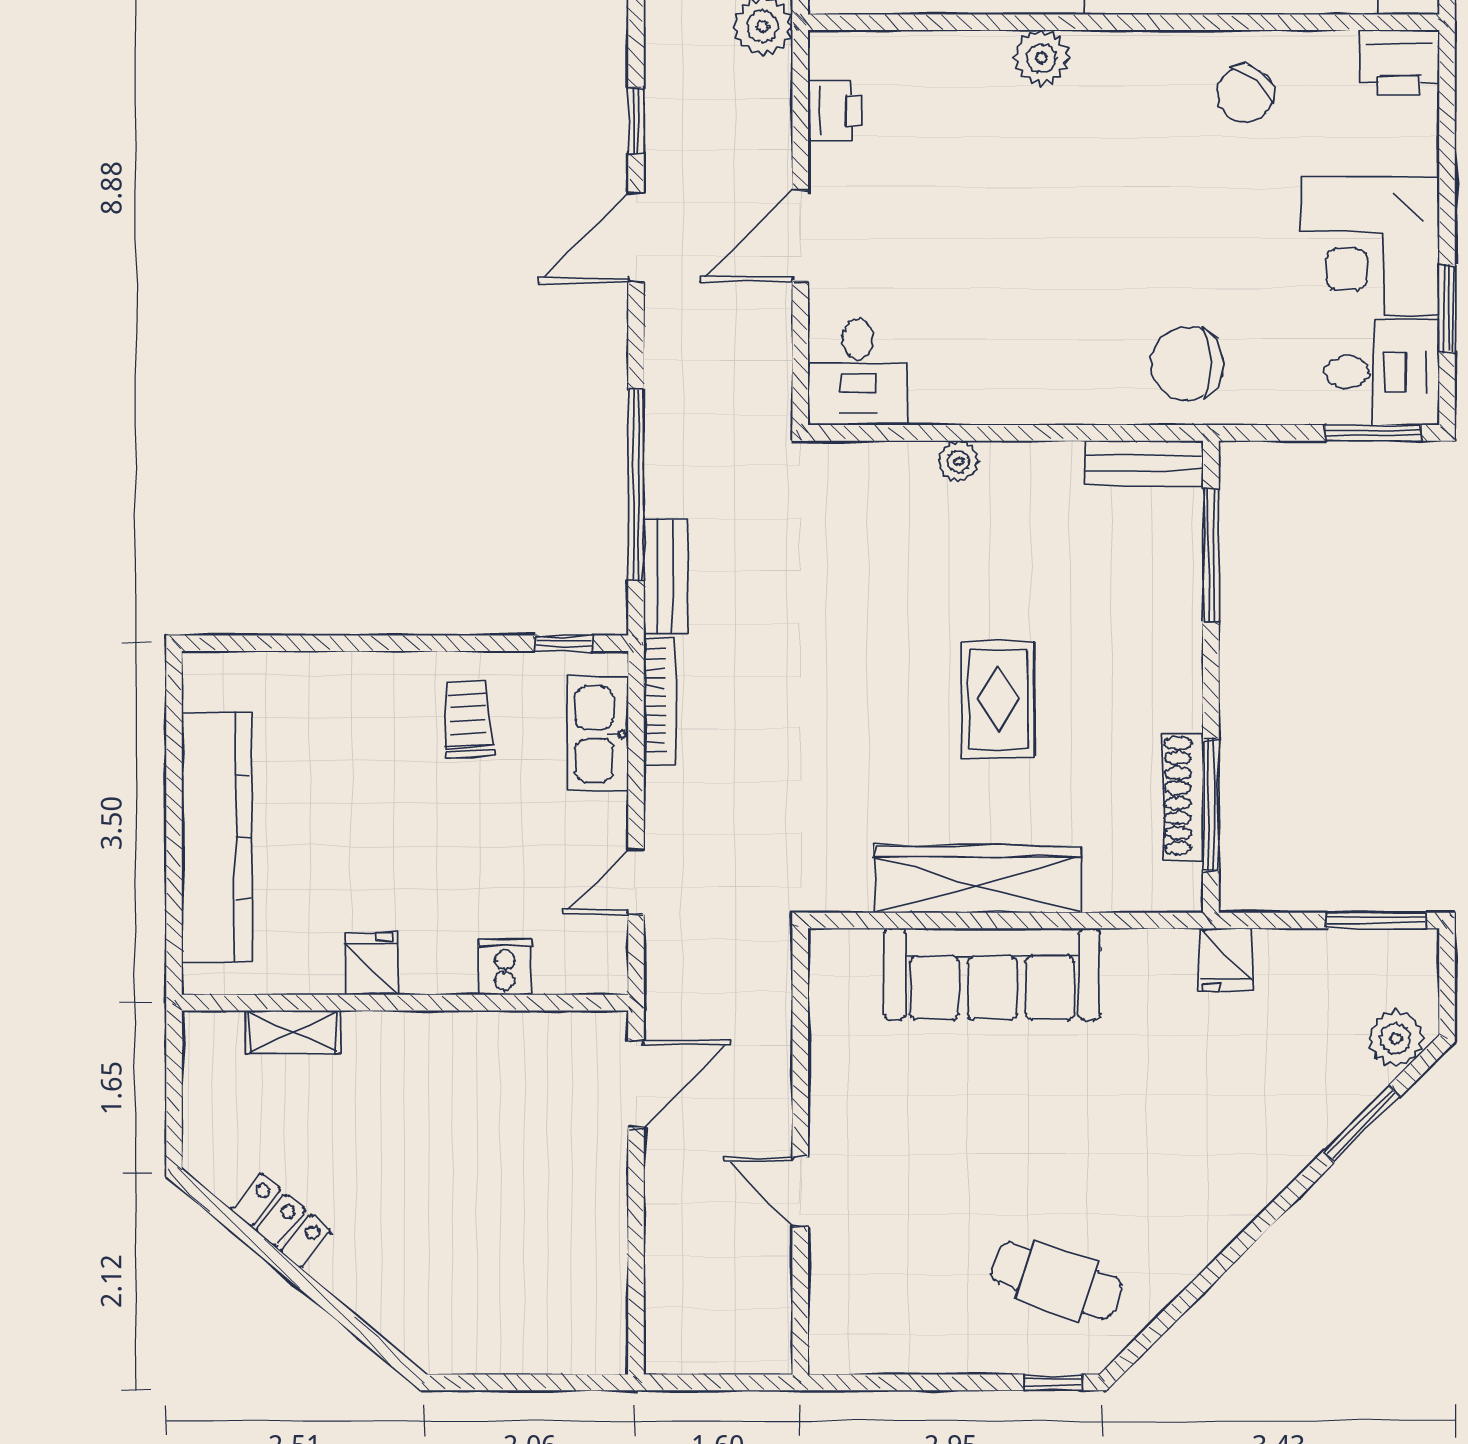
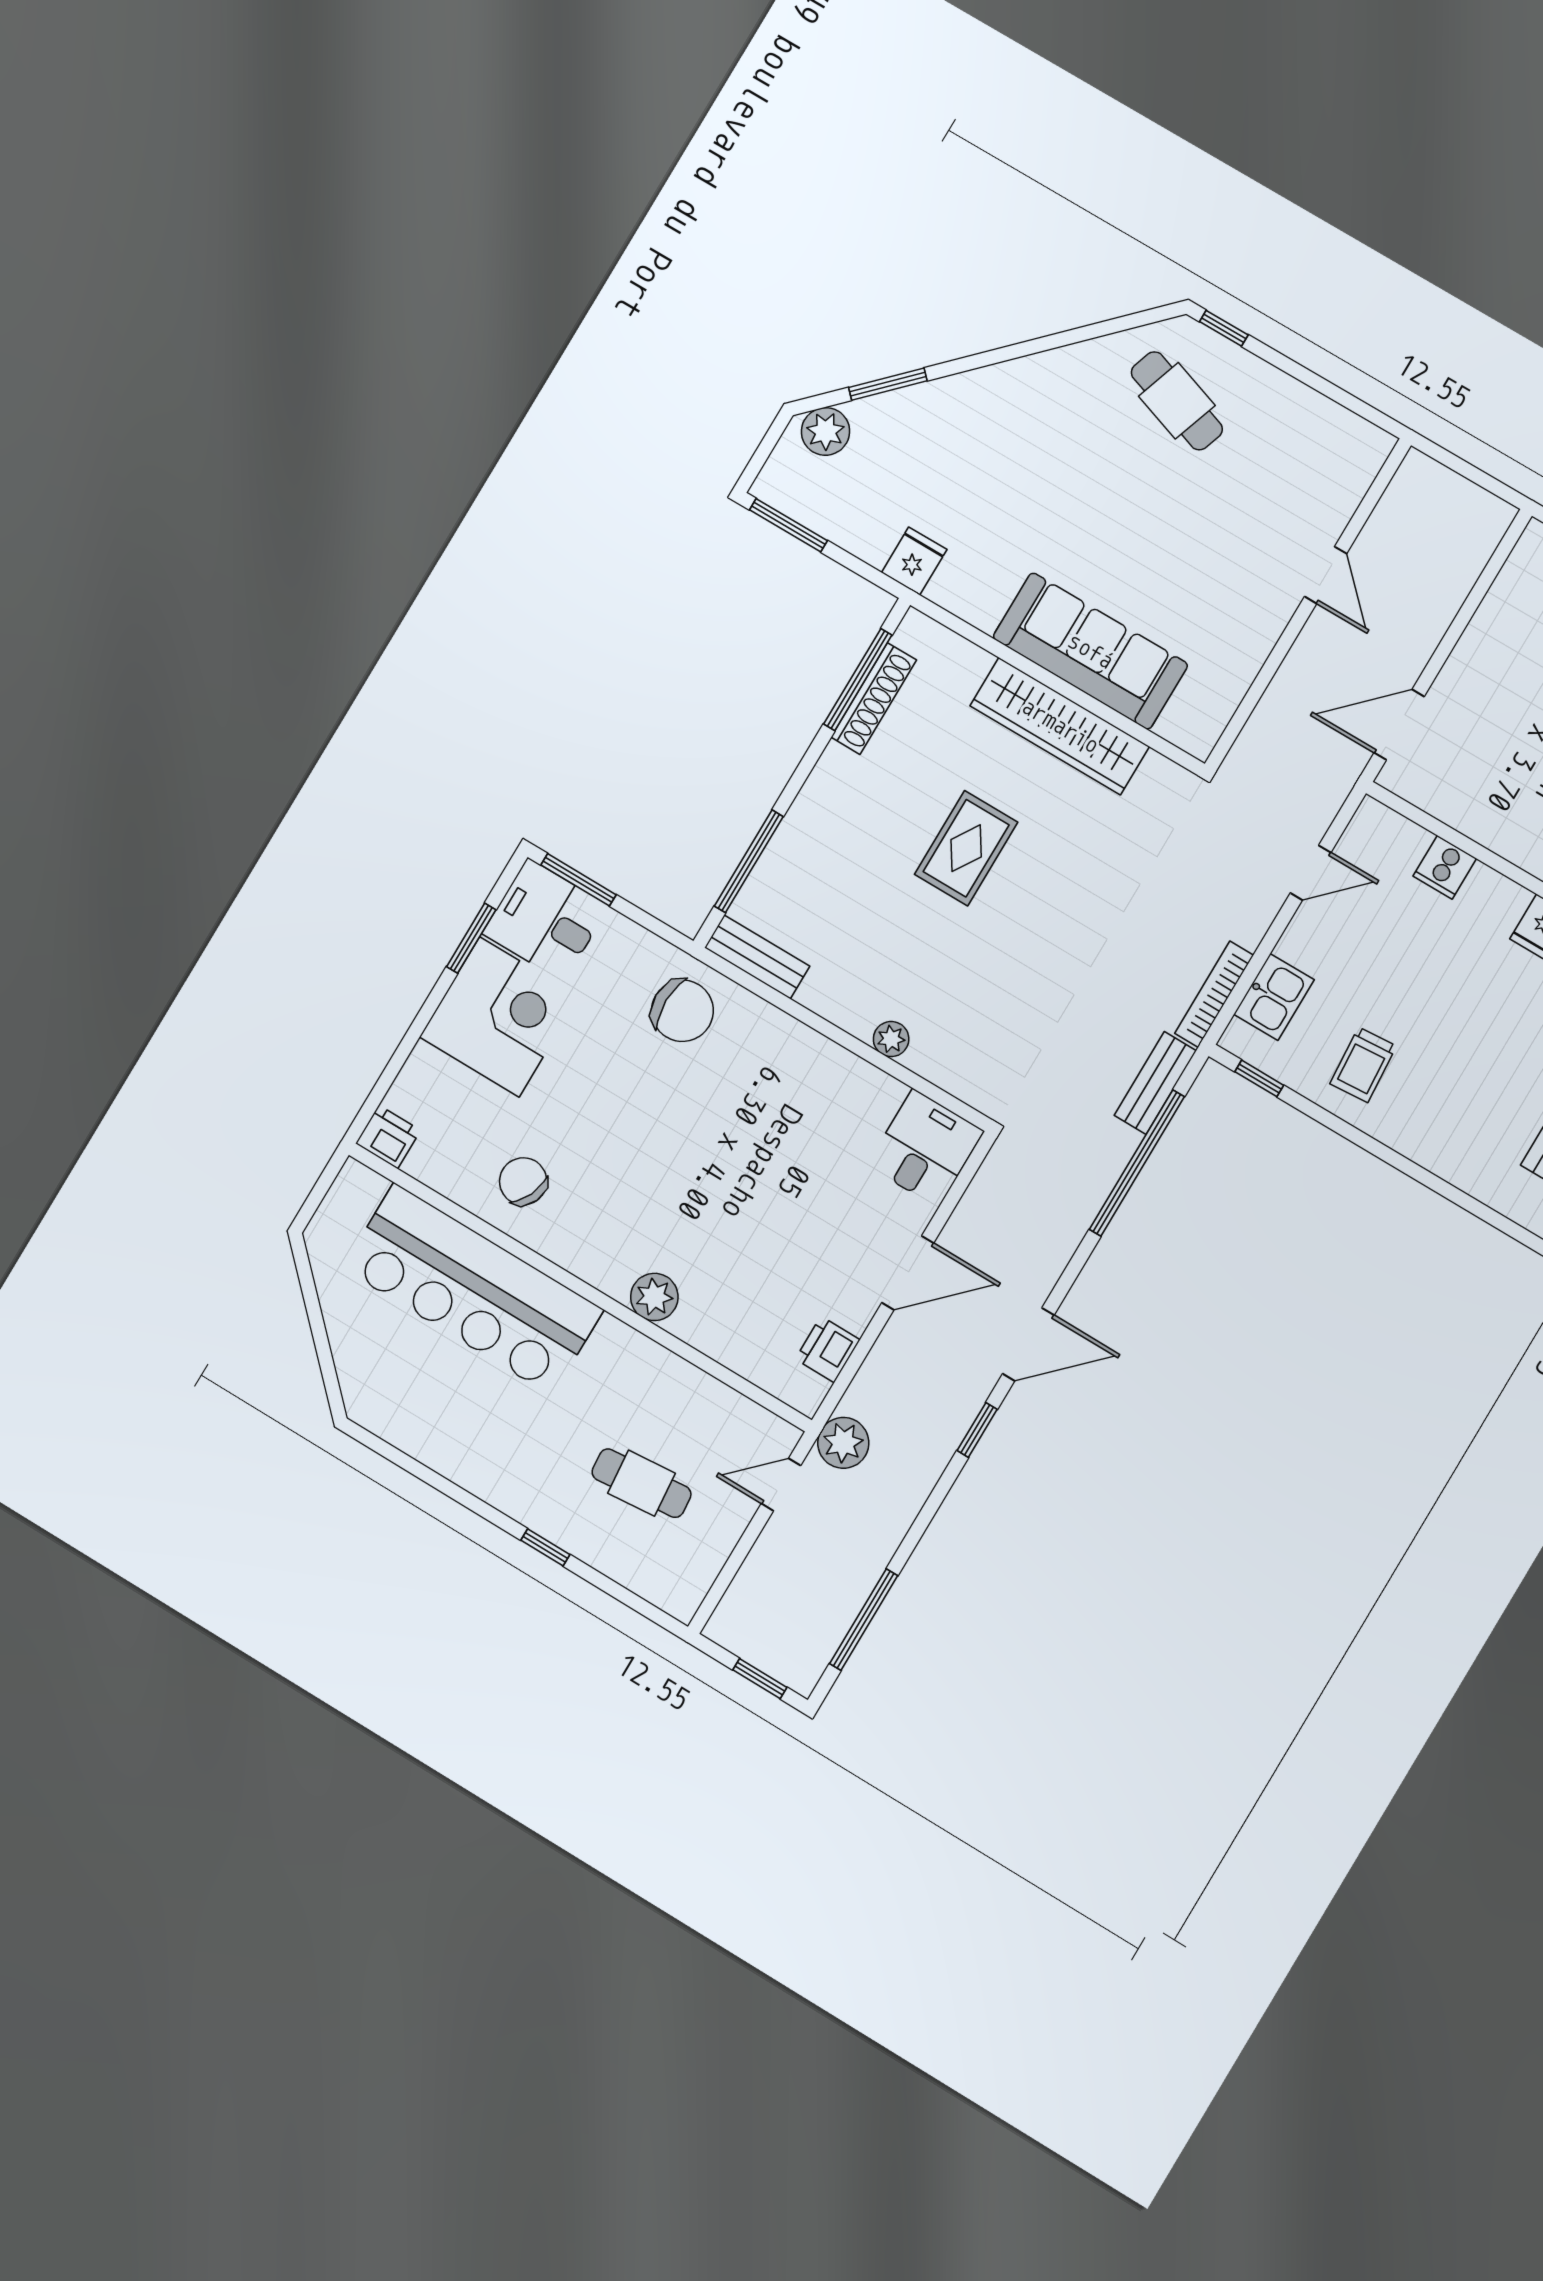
printer: (1399, 63) -> (388, 1137), width x0.73, depth x0.81
chair: (1245, 94) -> (523, 1181), turned -104
kitchen sink: (598, 734) -> (1274, 997), width x0.73

